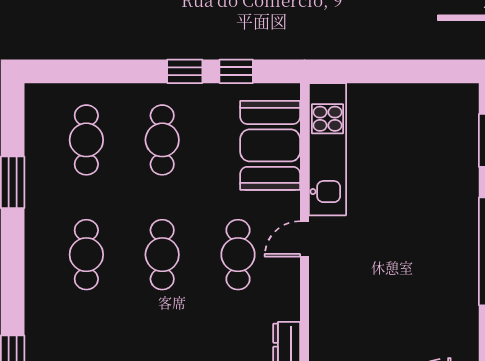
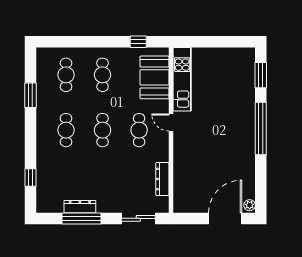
window: (185, 71) -> (113, 42), removed
door: (304, 239) -> (171, 122), hinge flipped

